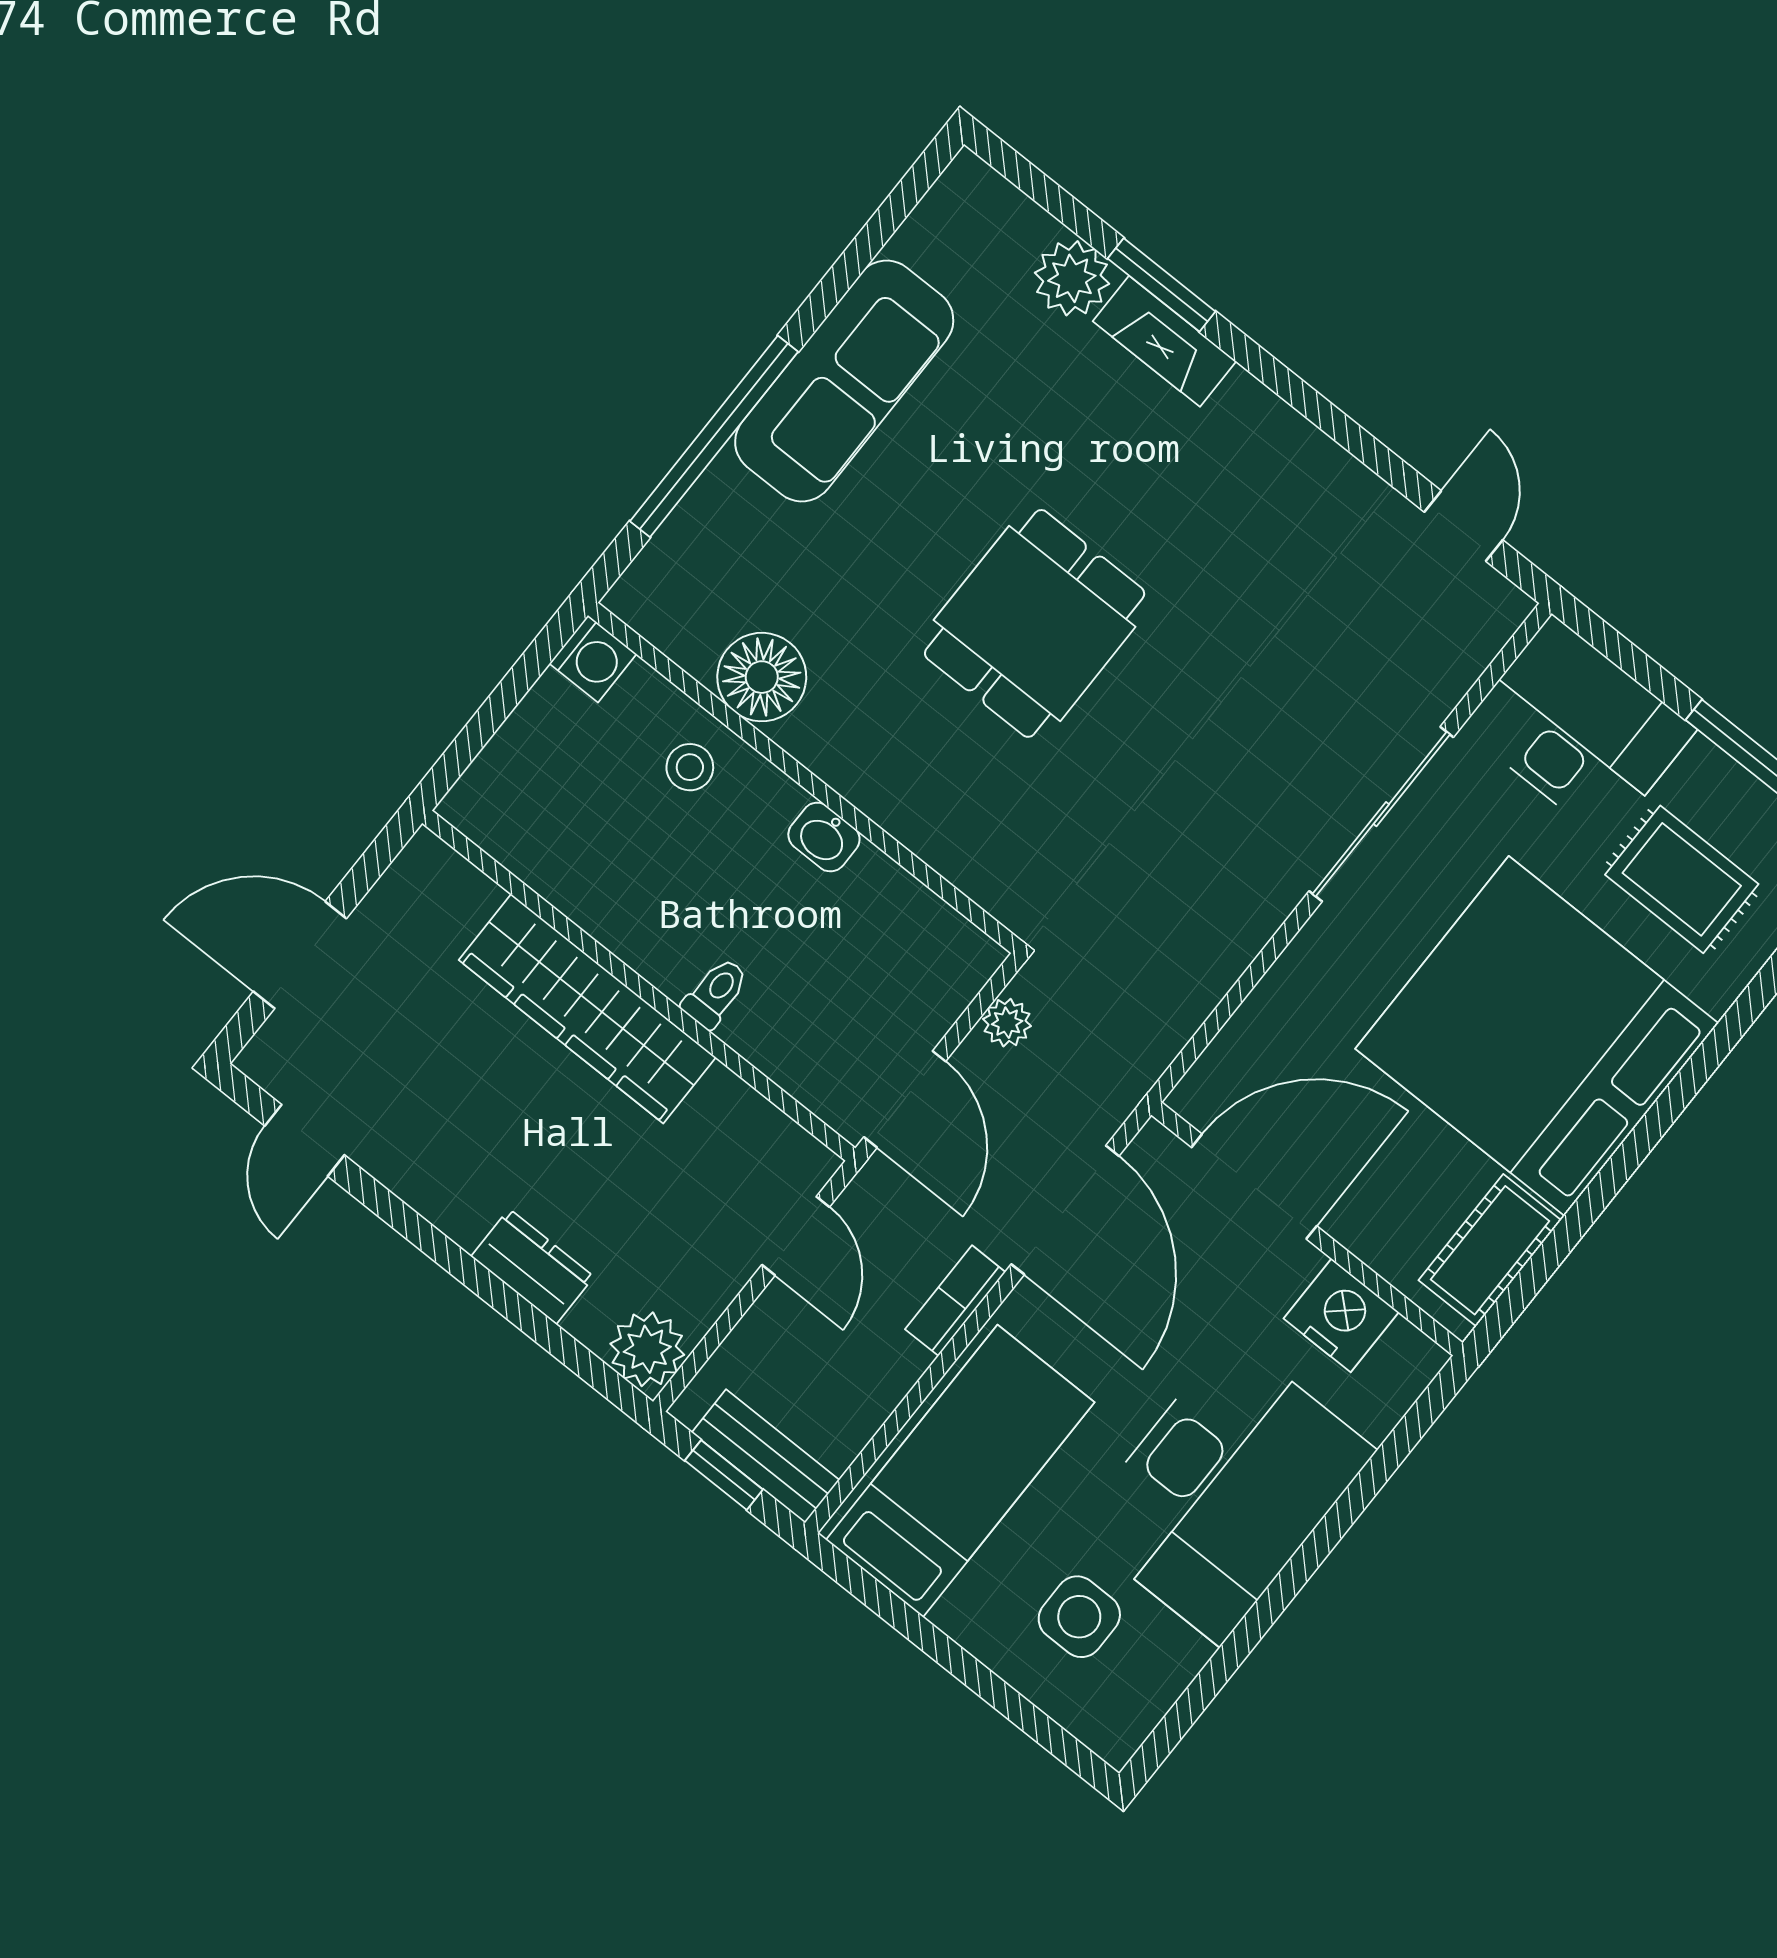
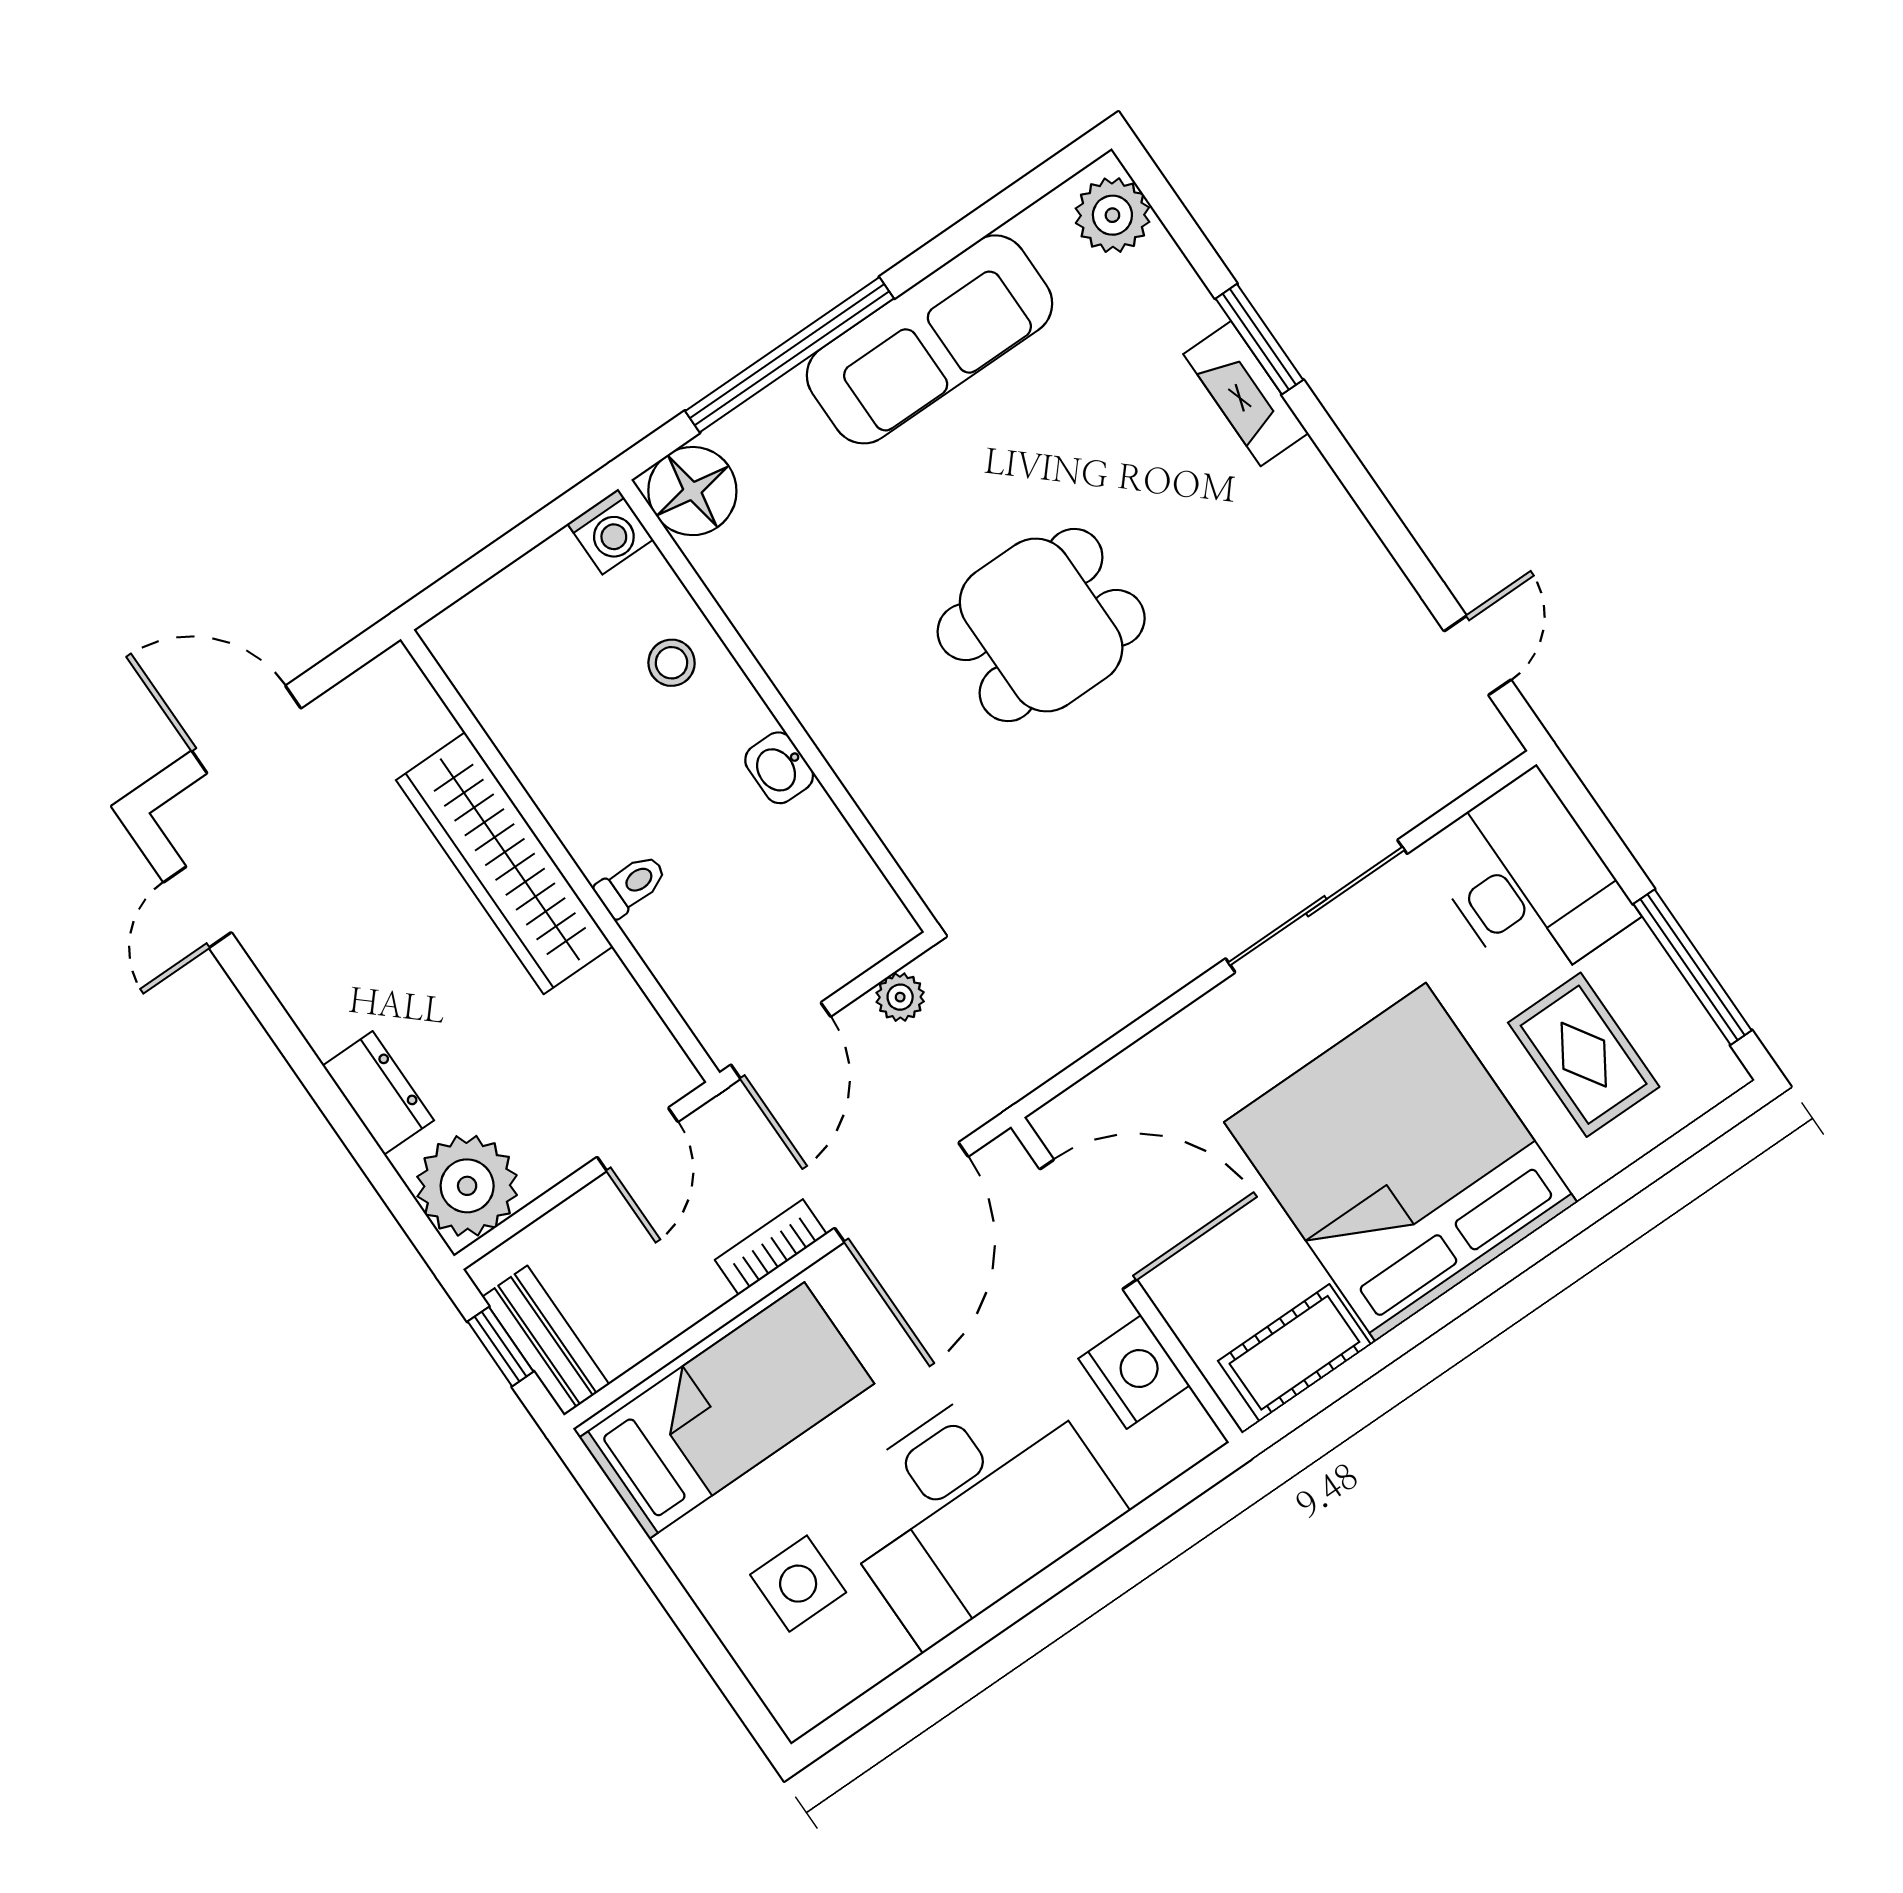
plant: (1072, 278) -> (1112, 215), moved
floor lamp: (762, 677) -> (692, 491), moved
plant: (647, 1349) -> (467, 1186), width x1.36, depth x1.36

